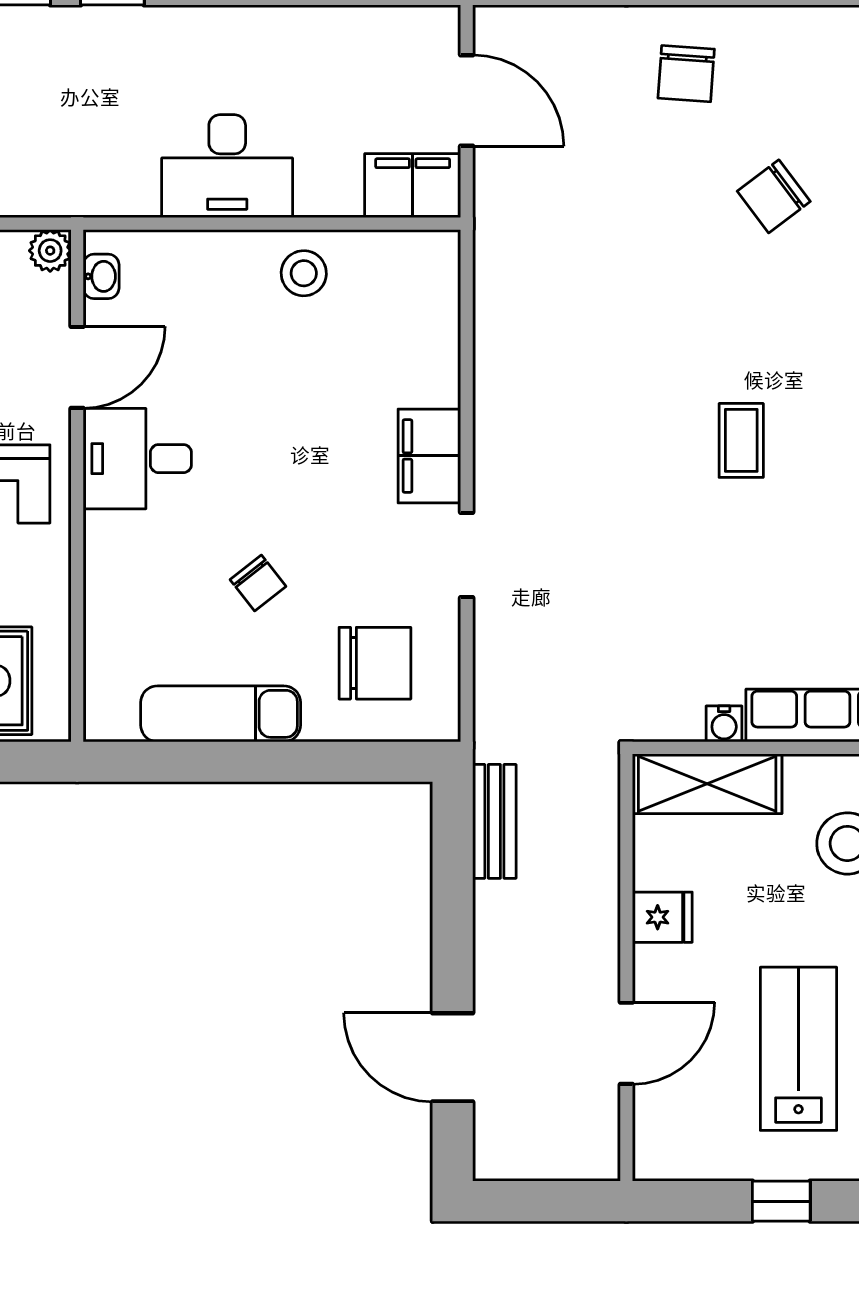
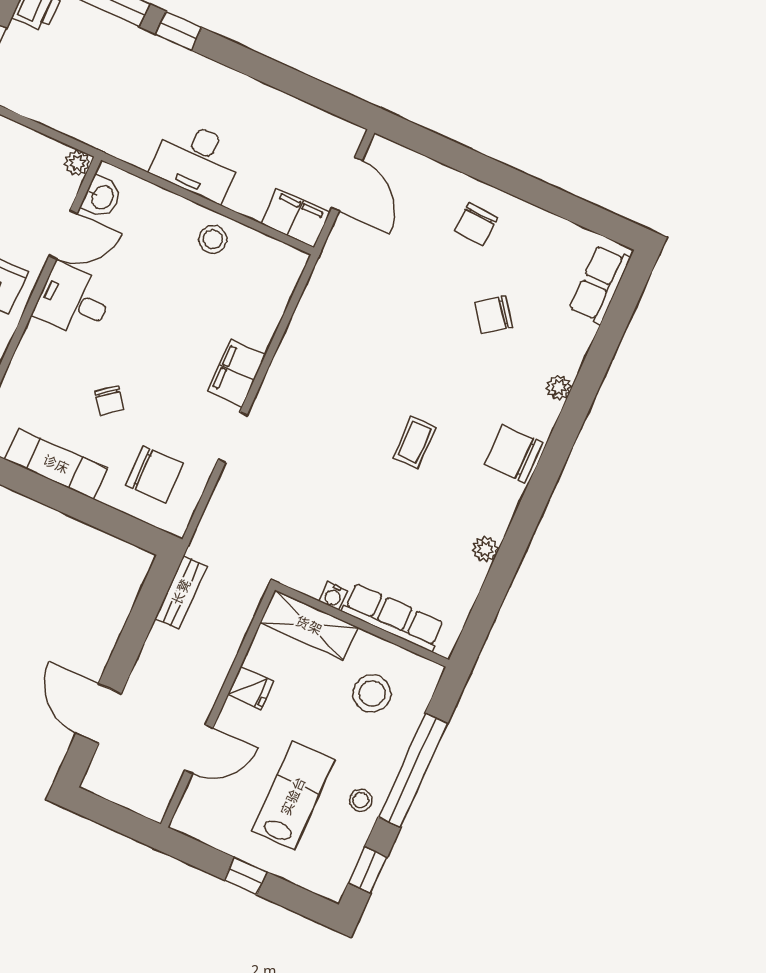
washbasin: (101, 276) -> (102, 197), width x1.38, depth x1.45

